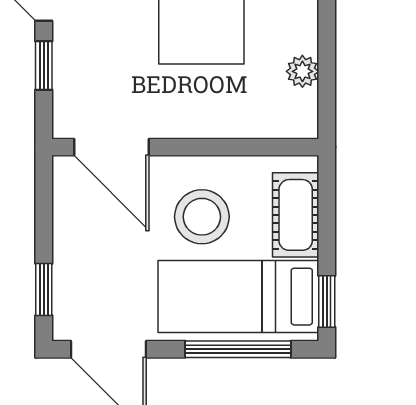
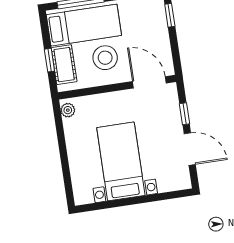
plant: (302, 71) -> (68, 110), moved
window: (327, 301) -> (49, 60), moved

